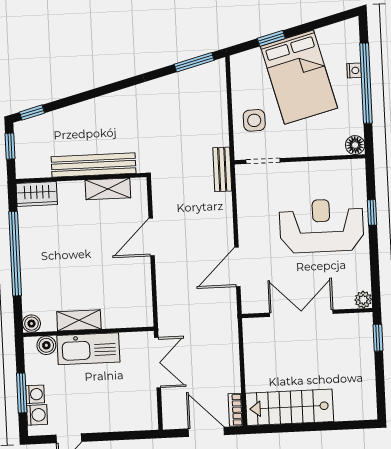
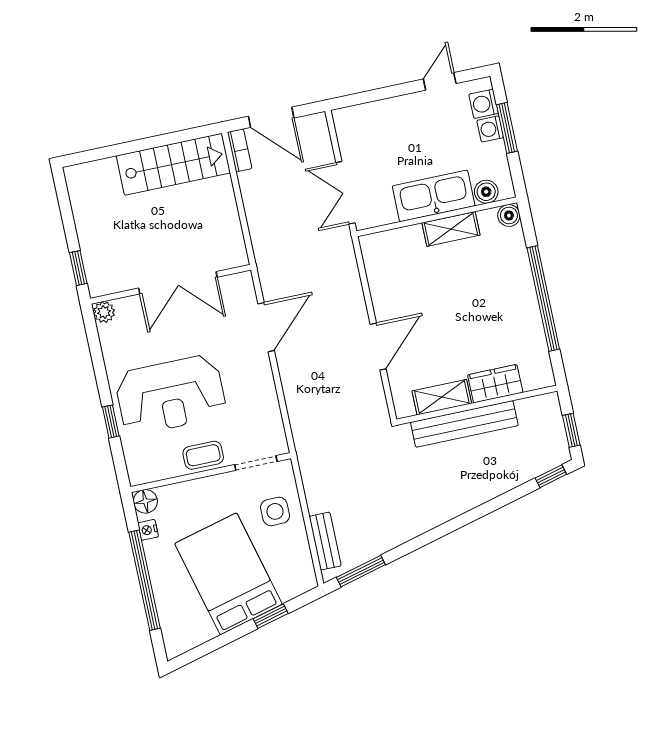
nightstand: (354, 70) -> (148, 530), moved
bench: (222, 169) -> (325, 541), moved
coffee table: (304, 174) -> (203, 455), added
wardrobe: (37, 194) -> (495, 384), moved

